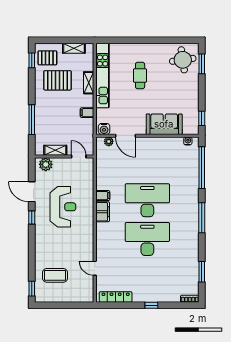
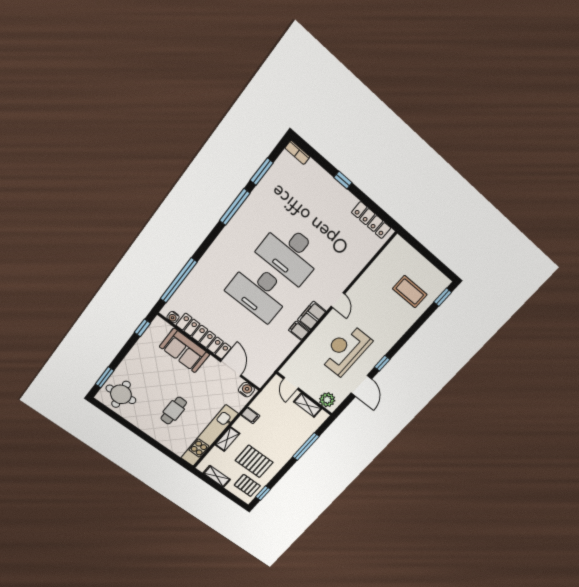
plant: (109, 141) -> (251, 375), removed
locker: (159, 144) -> (204, 336), added
window: (202, 218) -> (235, 207), moved
door: (95, 268) -> (338, 300), moved

